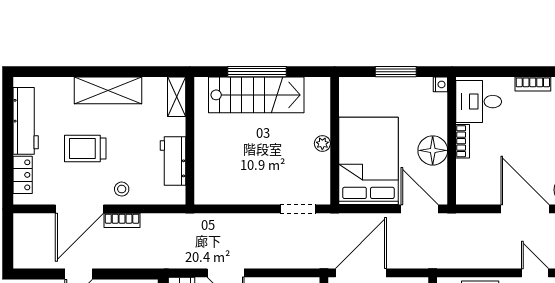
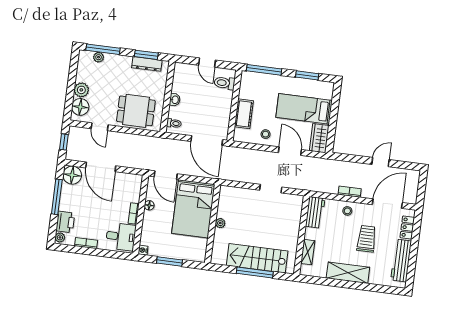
shelving: (177, 97) -> (308, 252), moved
trolley: (85, 148) -> (367, 239), turned -90
floor lamp: (433, 150) -> (149, 205), width x0.53, depth x0.53
workbench: (173, 161) -> (315, 212), moved
door: (79, 209) -> (387, 204), moved
doorway: (298, 209) -> (271, 189), moved
door: (361, 273) -> (207, 140), hinge flipped

